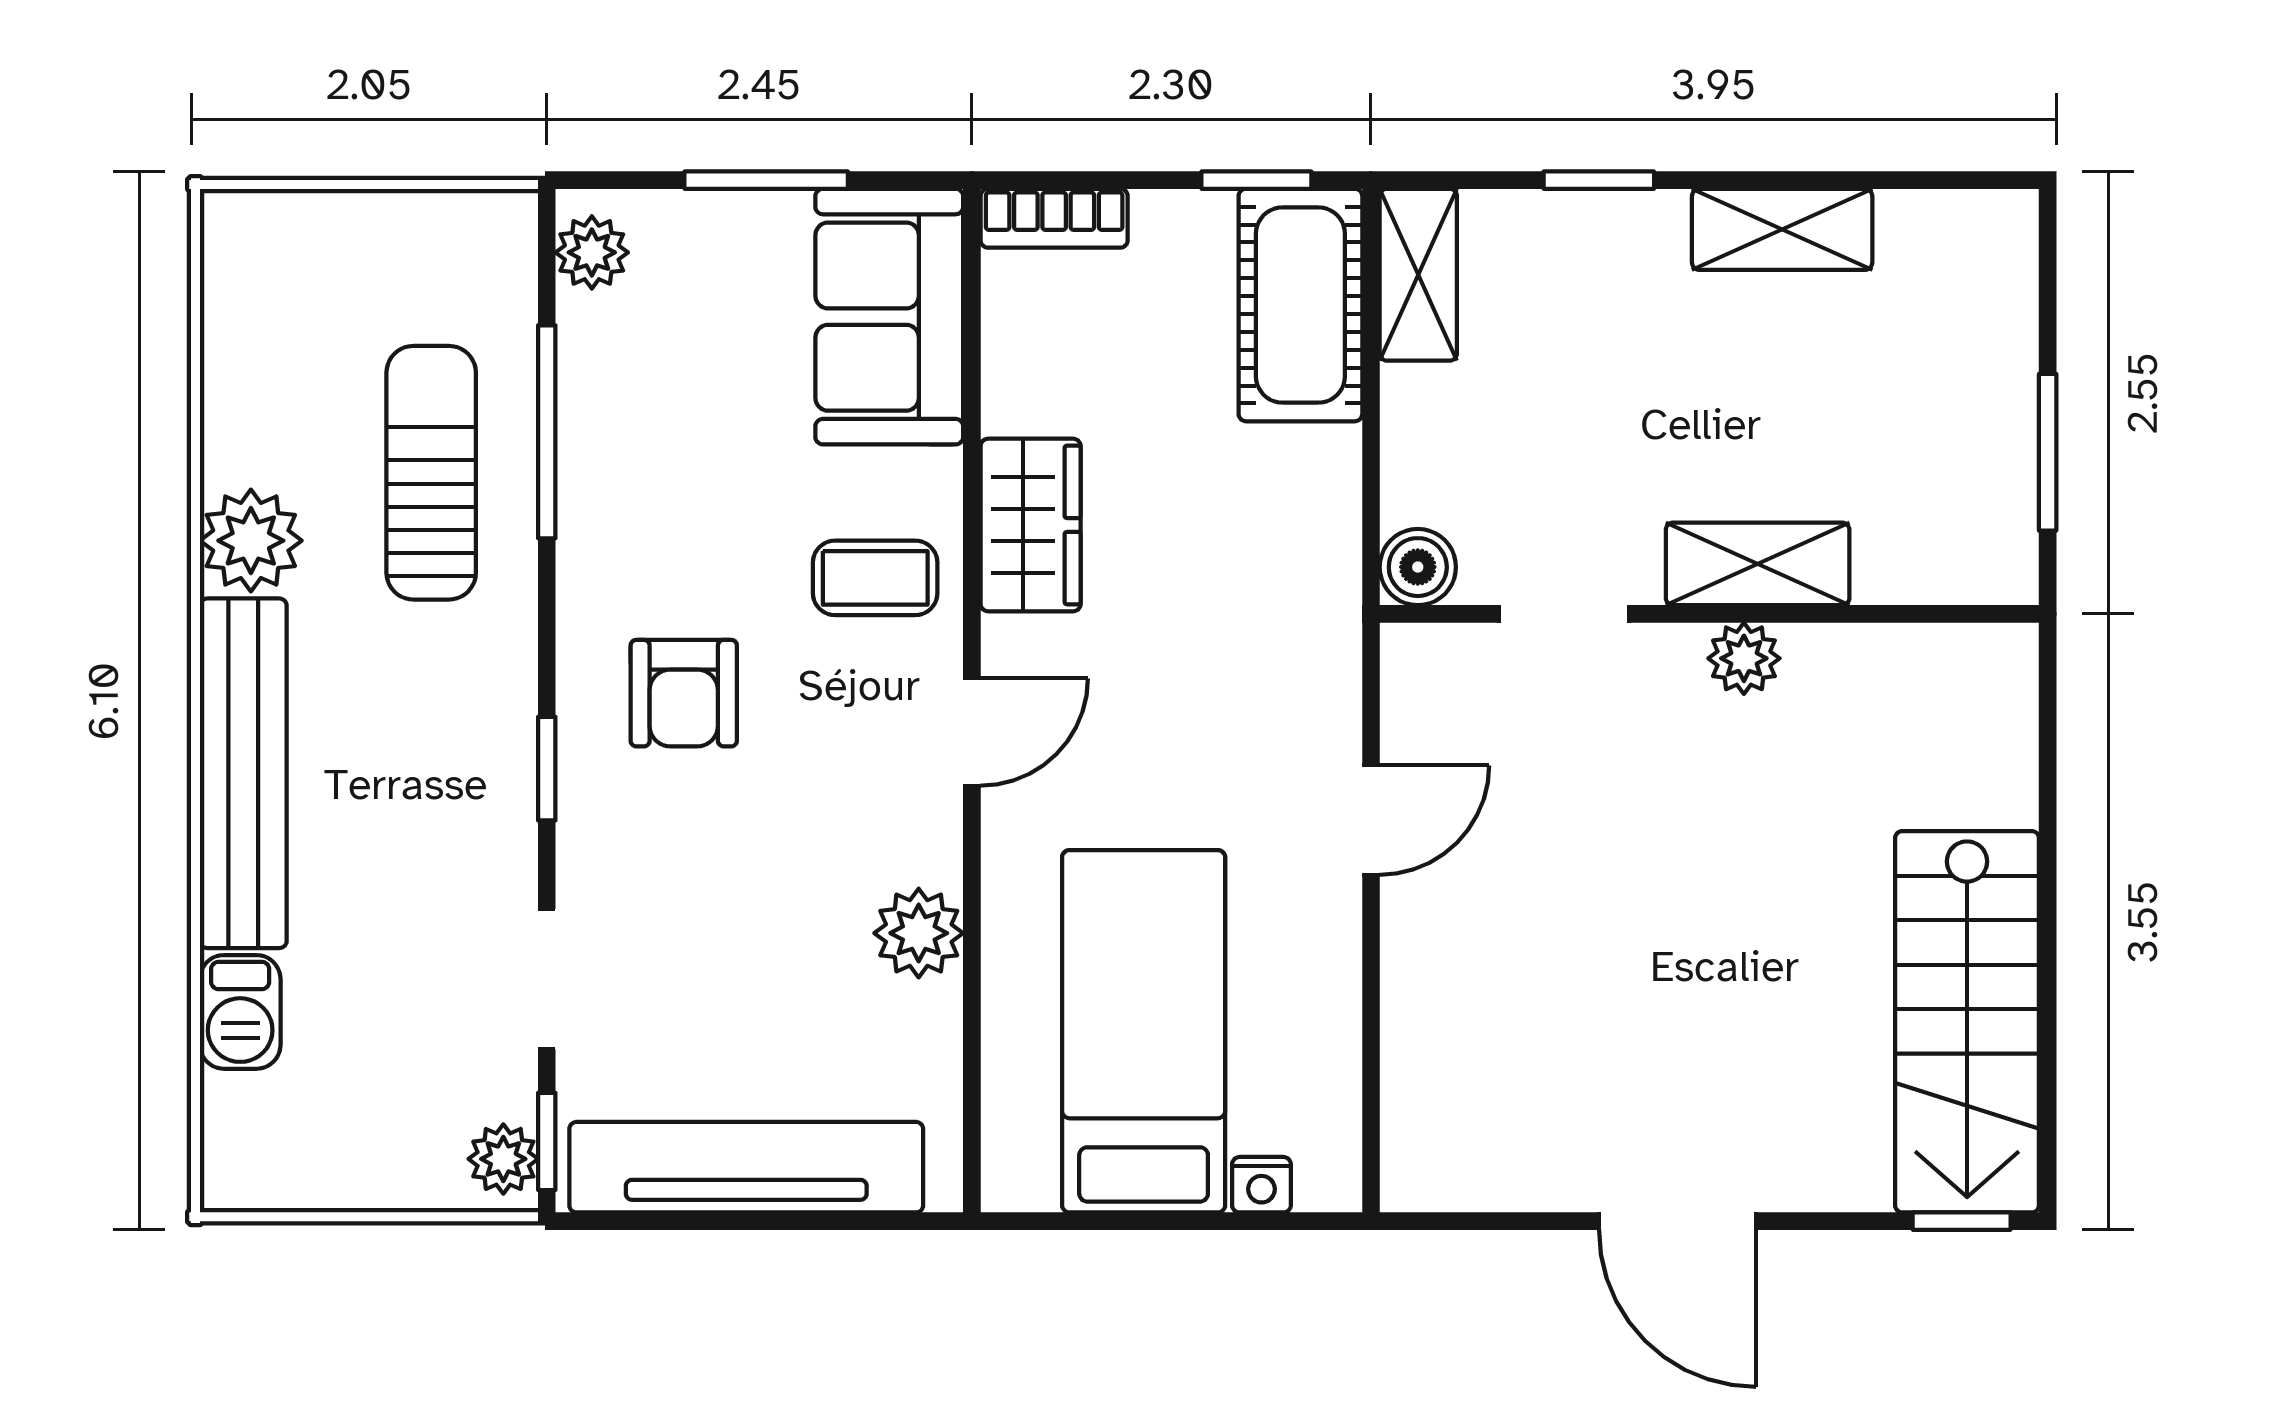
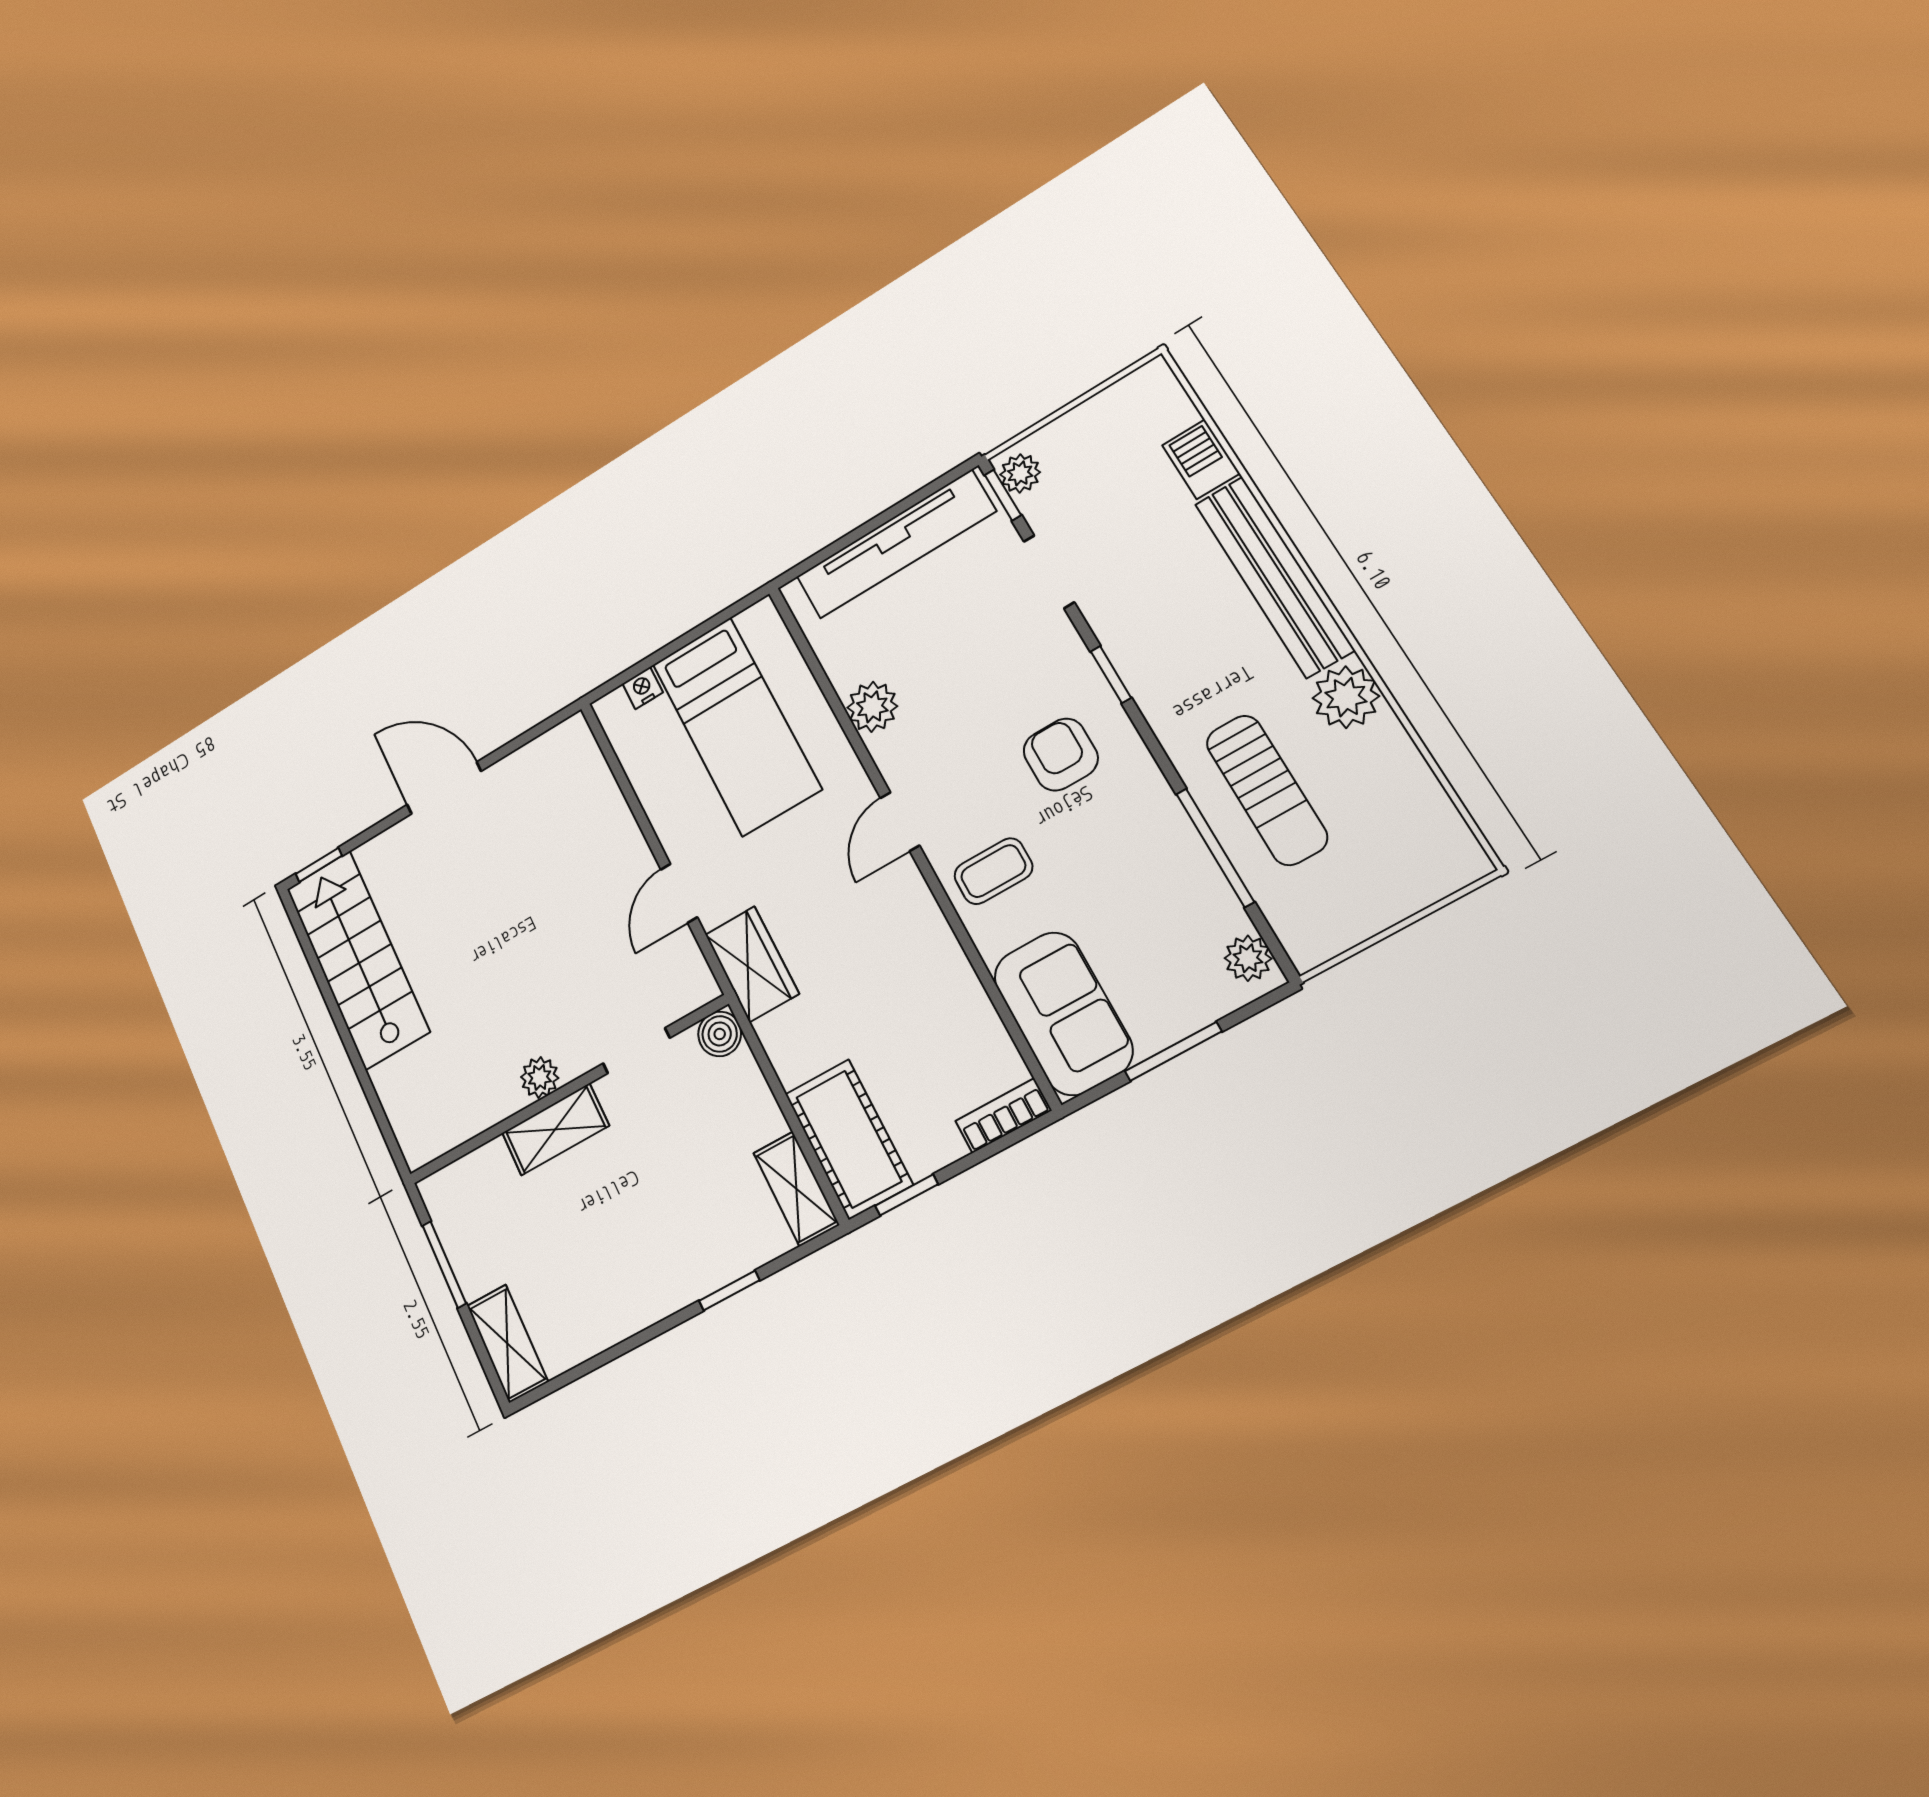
shelving: (1782, 229) -> (507, 1344), moved, turned 90
wardrobe: (1031, 525) -> (752, 964), moved, turned 180

